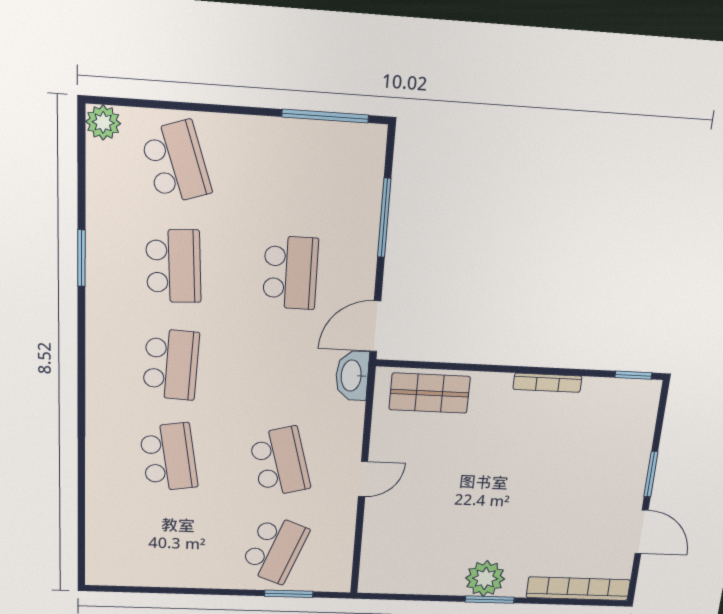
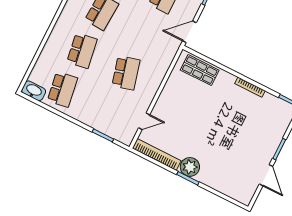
washbasin: (352, 376) -> (34, 91), moved, turned 90
door: (363, 479) -> (144, 121), moved
school desk: (275, 549) -> (62, 89), moved, turned -30
bookcase: (578, 589) -> (157, 155), moved

